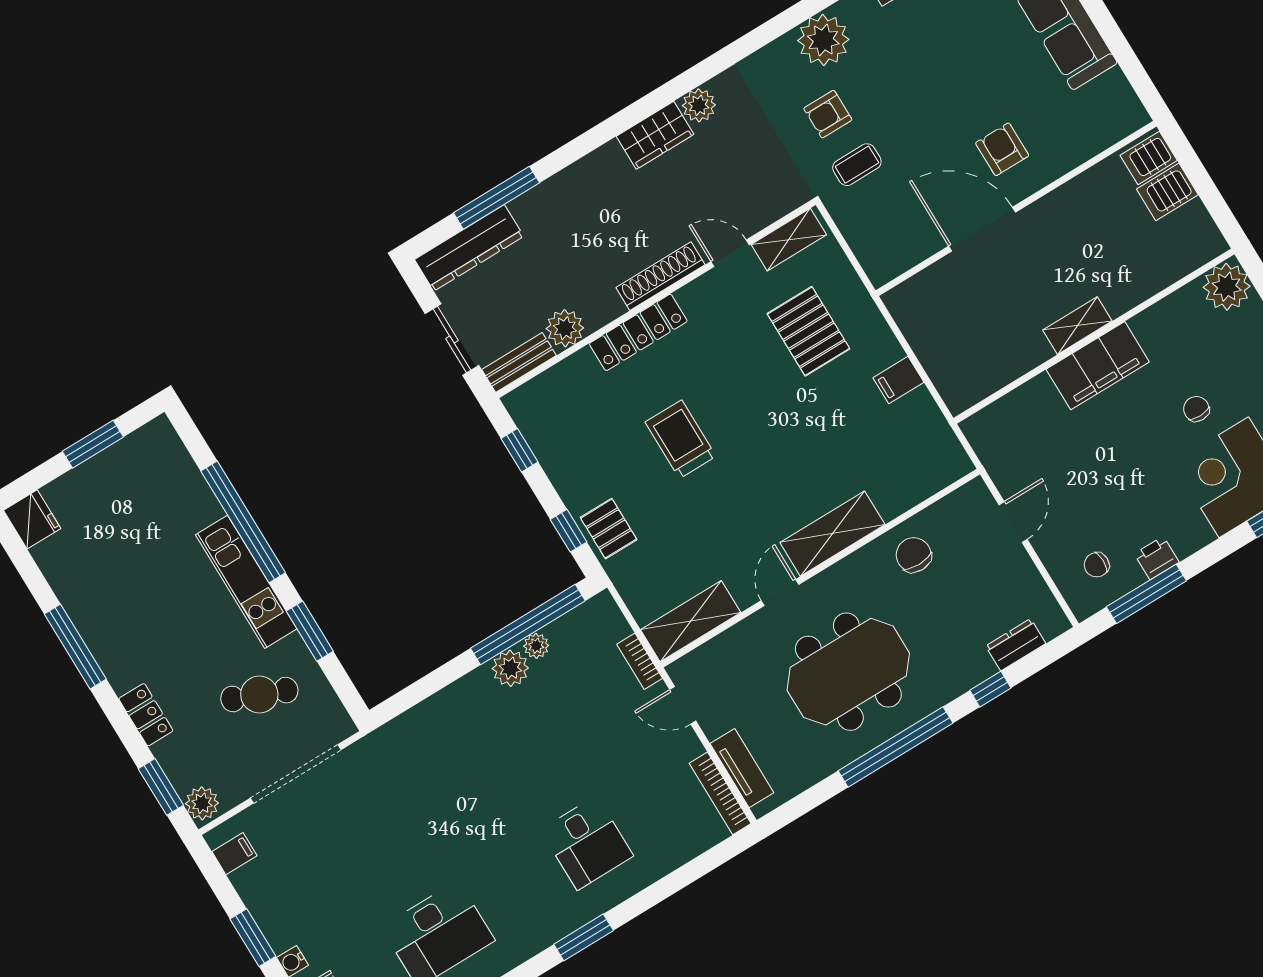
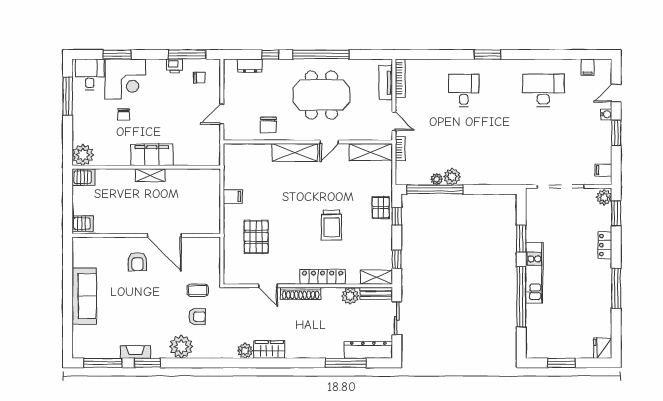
server rack: (1167, 192) -> (83, 177), moved
shelving: (789, 240) -> (376, 277), moved
cafe table: (259, 695) -> (556, 226), removed

